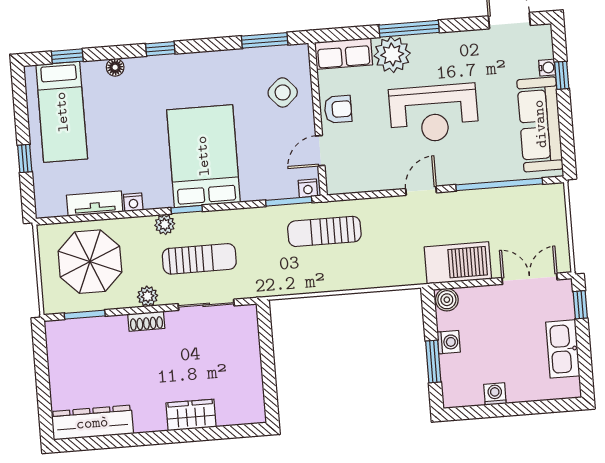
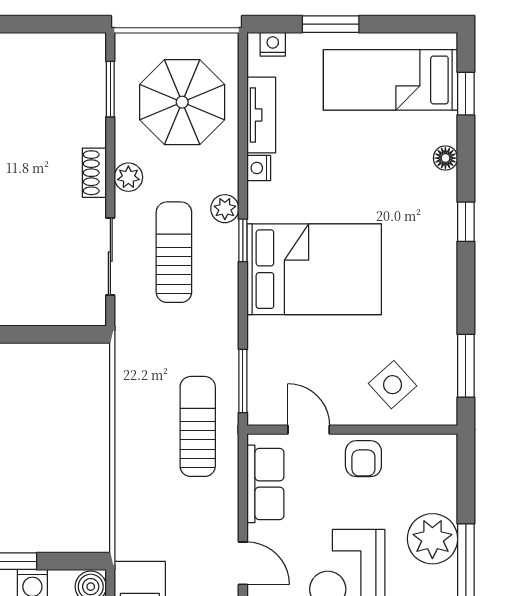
row of seats: (344, 54) -> (265, 484), moved, turned 180
window: (25, 158) -> (331, 24), width x1.50
nightstand: (308, 188) -> (273, 44), moved, turned 90
sun lounger: (199, 259) -> (174, 252), turned 180

